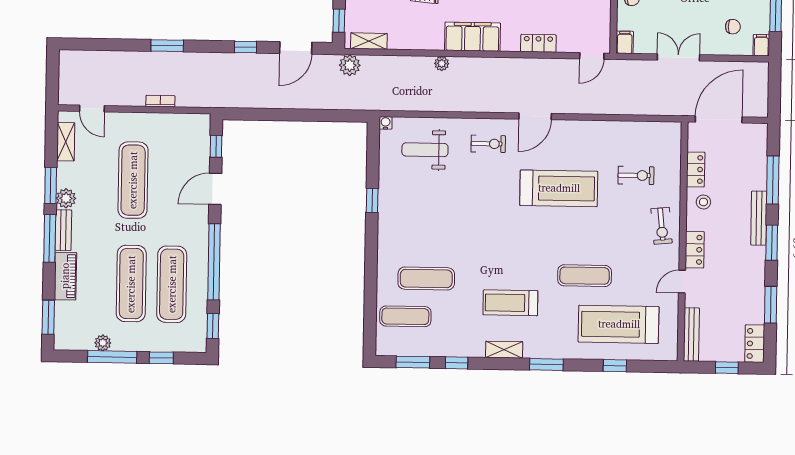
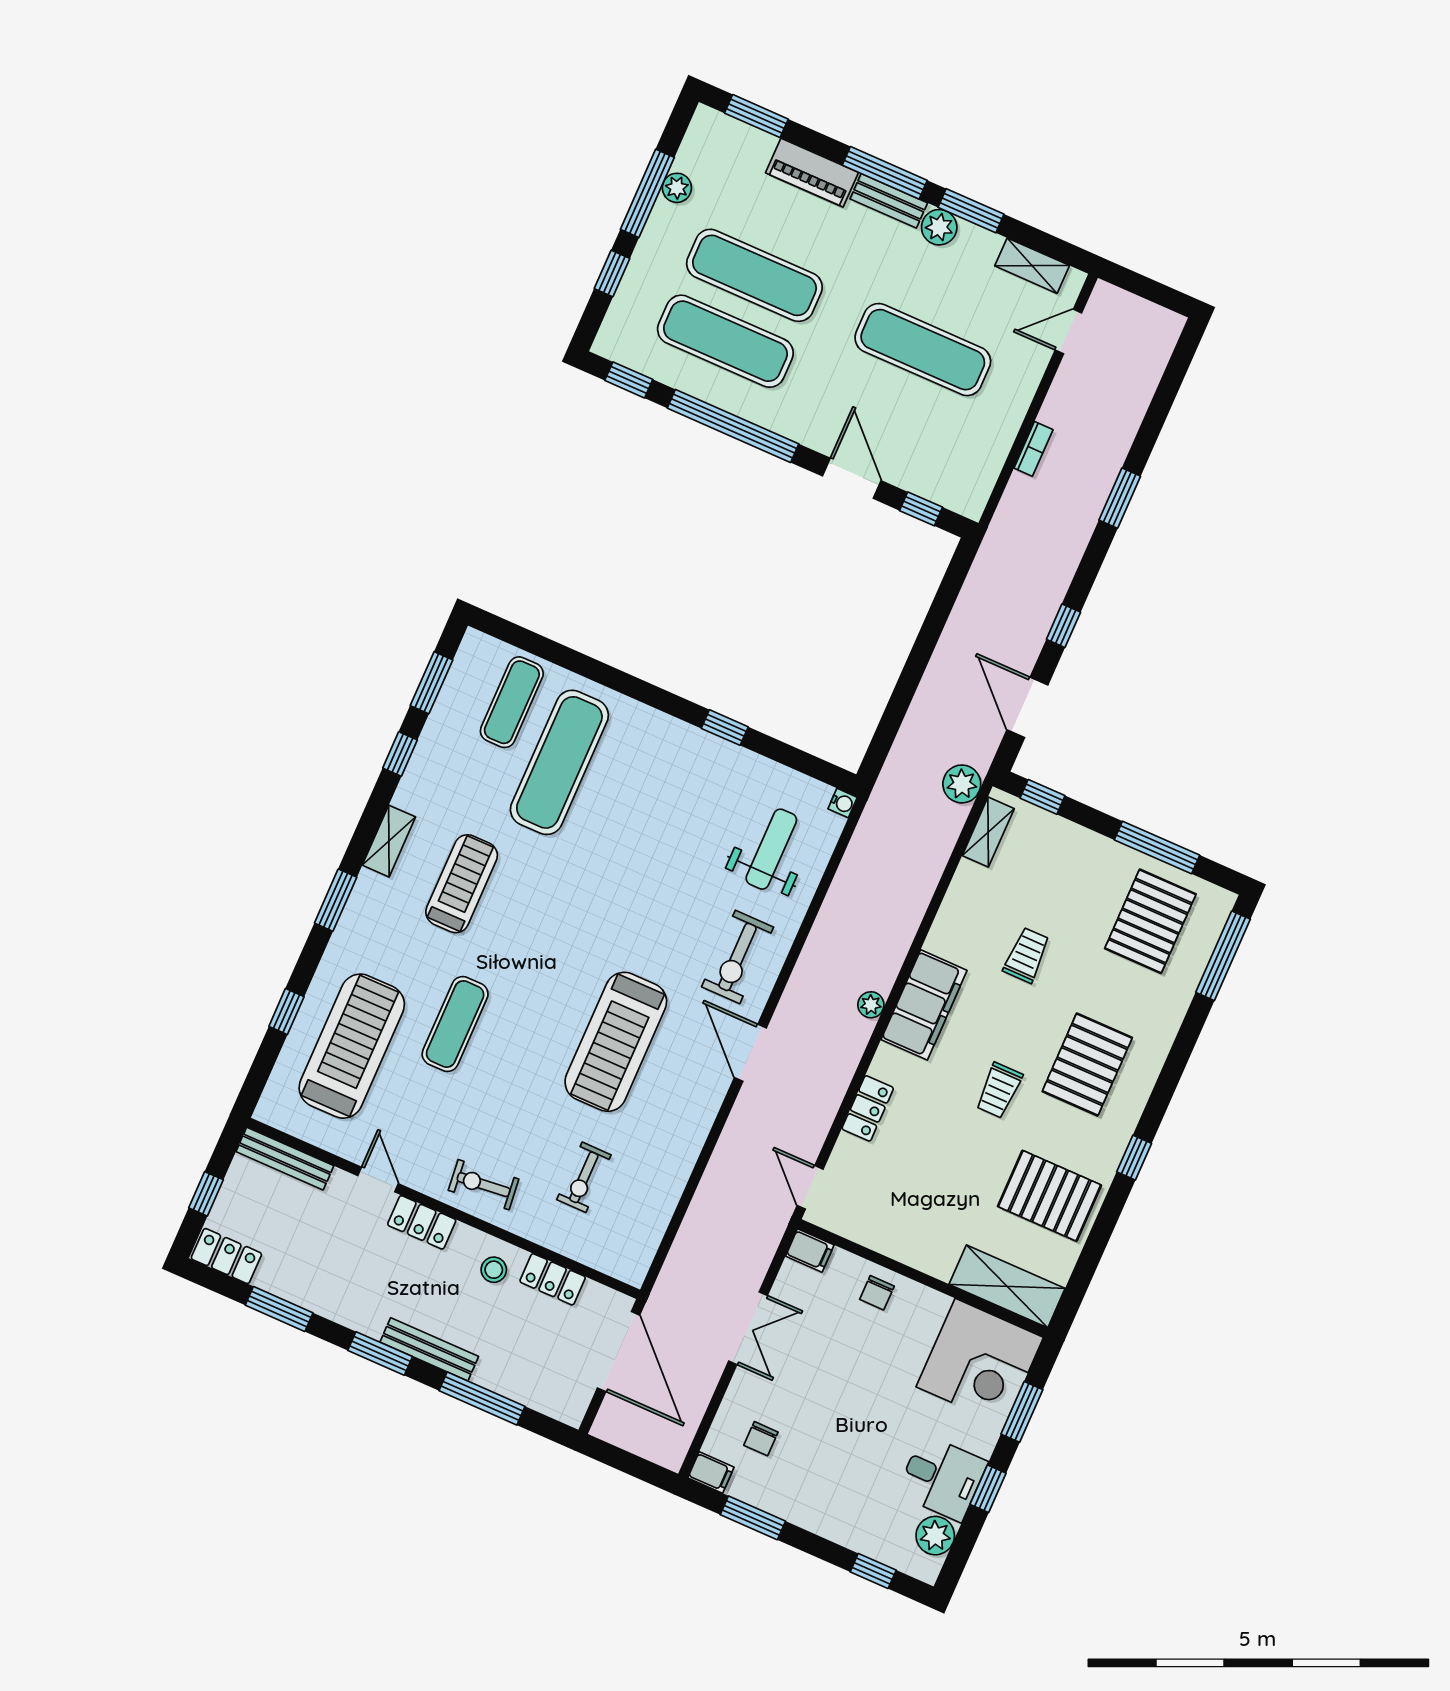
plant: (442, 64) -> (871, 1005), moved
exercise bike: (488, 144) -> (738, 957), width x1.38, depth x1.39
exercise mat: (426, 279) -> (559, 762), width x1.36, depth x1.45

